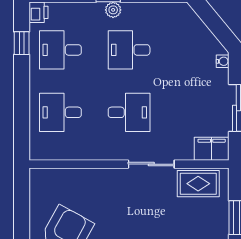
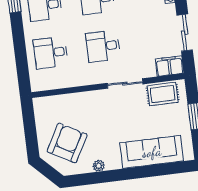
desk: (129, 112) -> (103, 46), turned 180

